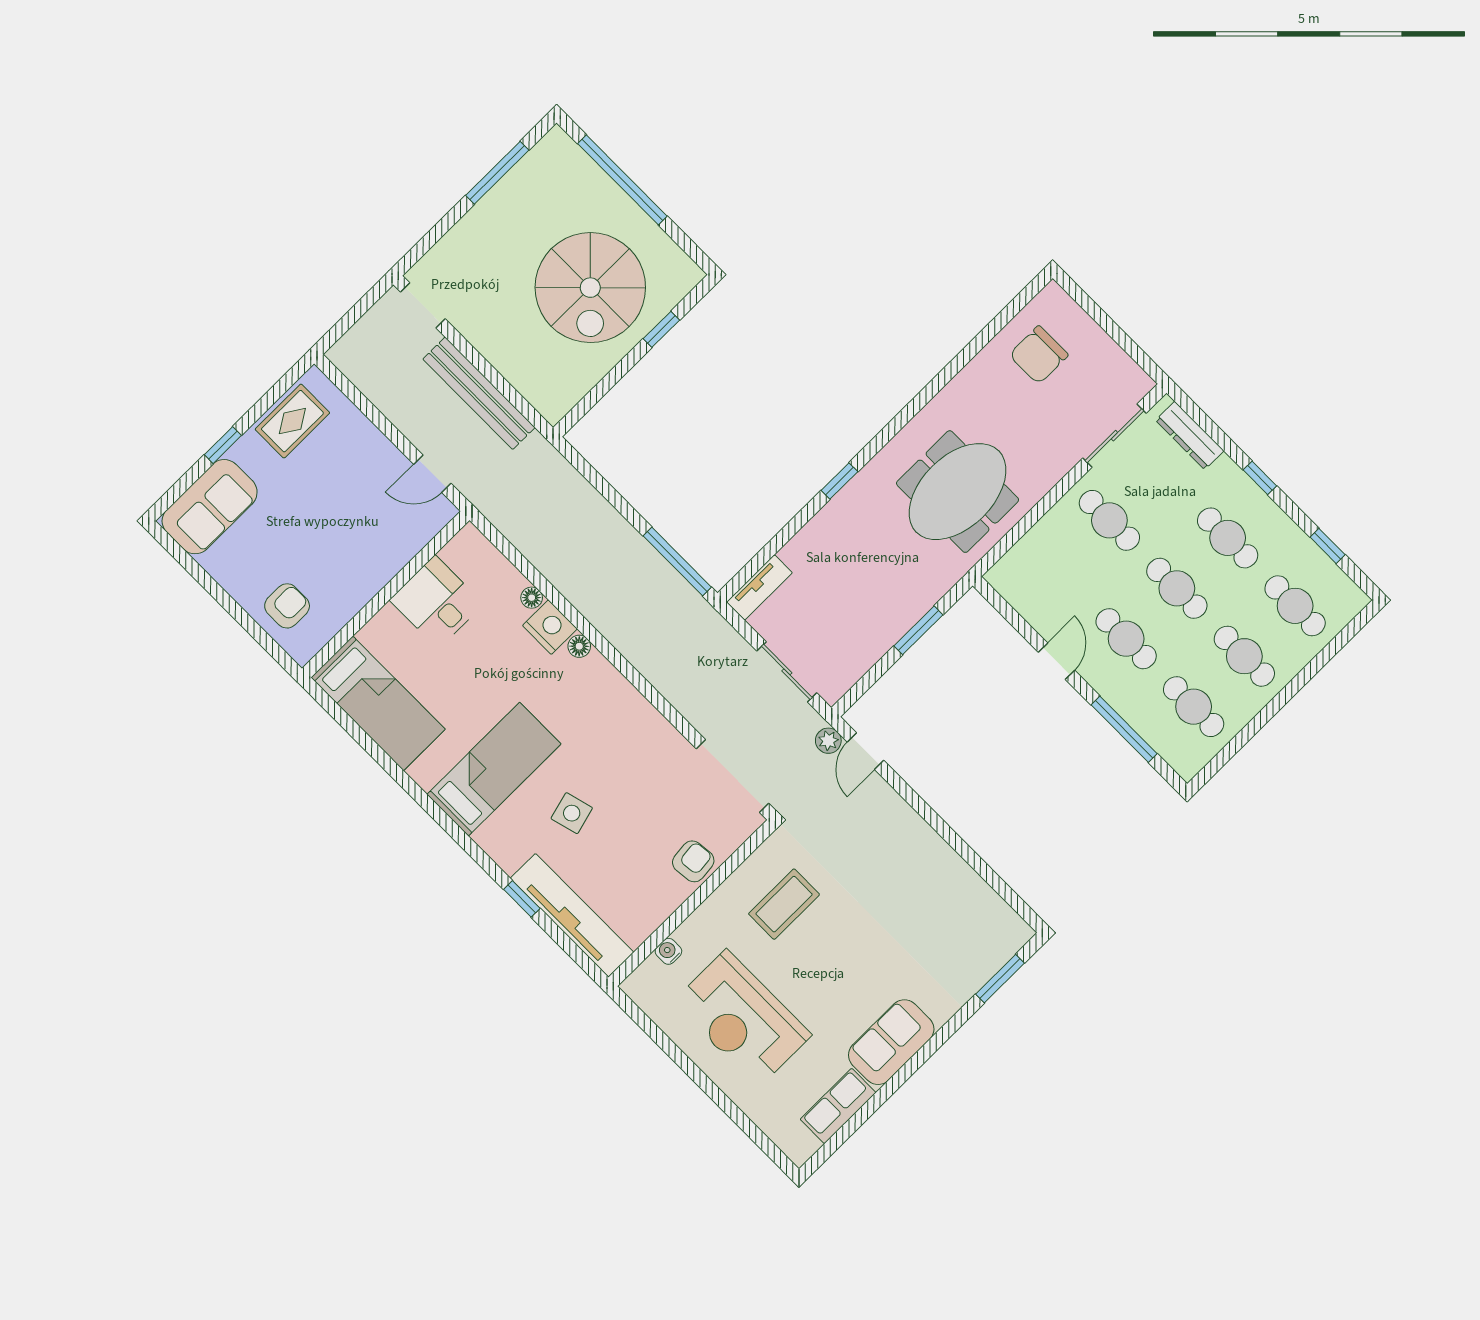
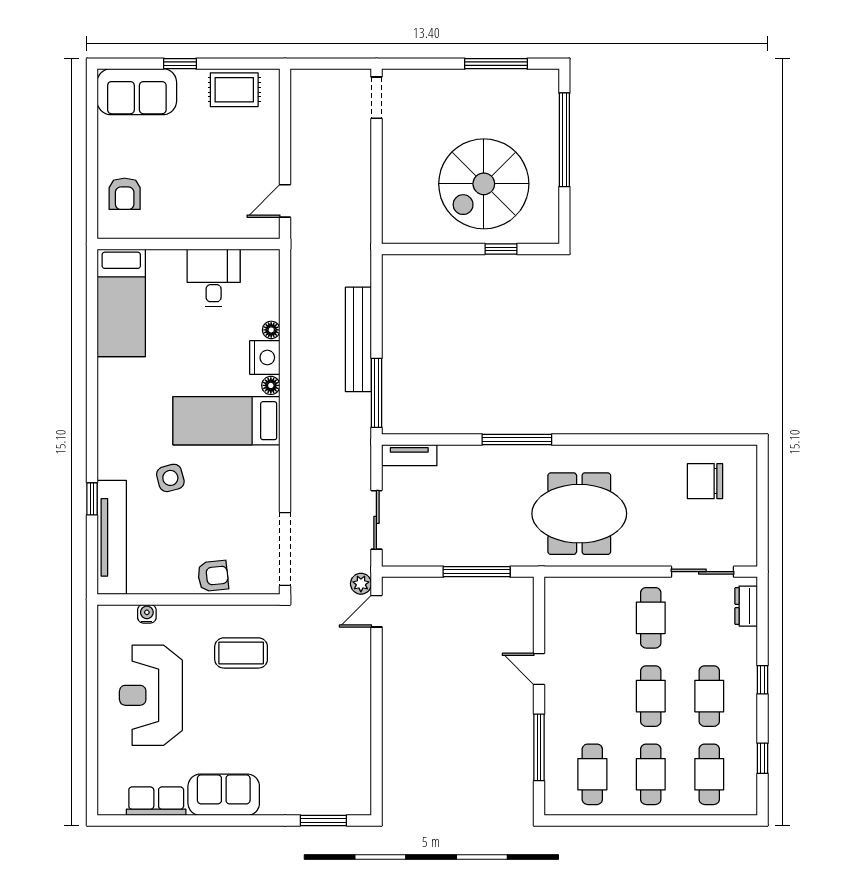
bench: (479, 393) -> (358, 339), moved
dresser: (1190, 435) -> (746, 606), width x0.70
door: (432, 474) -> (285, 201), hinge flipped
window: (839, 481) -> (517, 440), width x2.17
armchair: (287, 606) -> (125, 194), turned 90
window: (918, 630) -> (477, 572), width x1.44
cafe table: (1126, 639) -> (592, 696), removed
door: (1056, 661) -> (539, 669), swing flipped
bed: (494, 769) -> (226, 421), moved, turned 180

